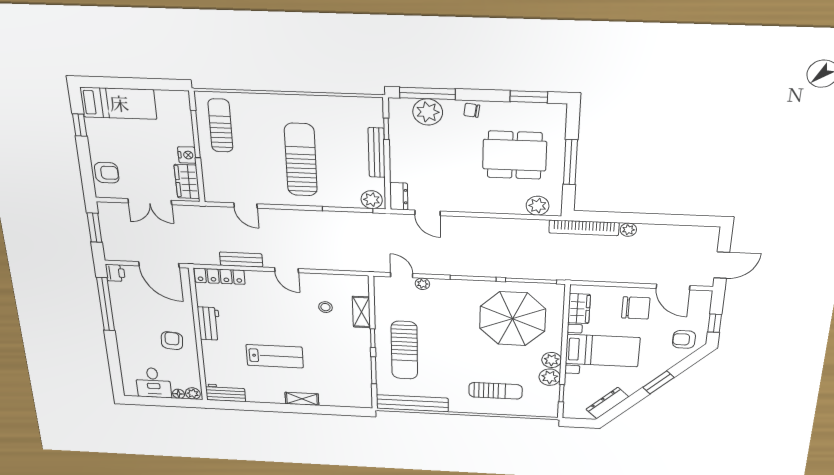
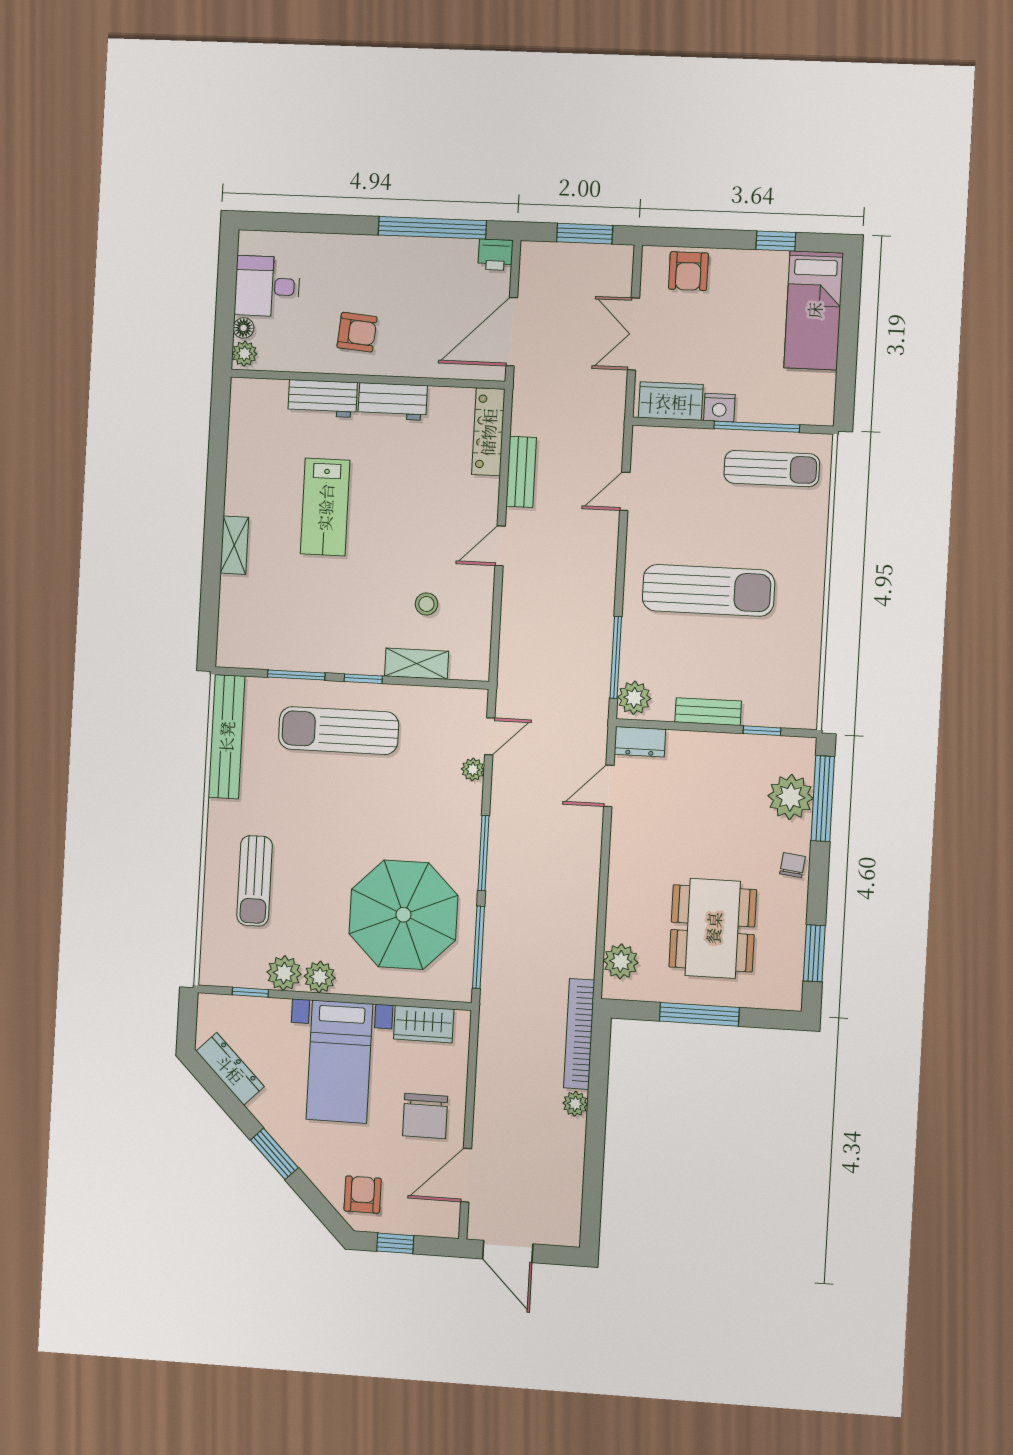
bench: (377, 153) -> (708, 712), width x0.73
workbench: (225, 393) -> (323, 399), moved, turned 90

